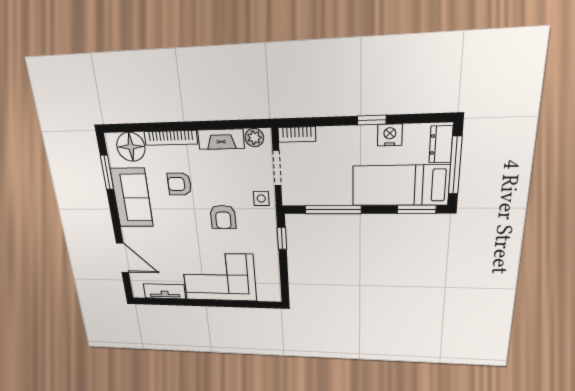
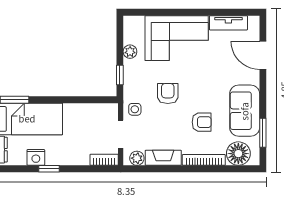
window: (333, 210) -> (78, 100), removed
plant: (271, 264) -> (130, 52), added

